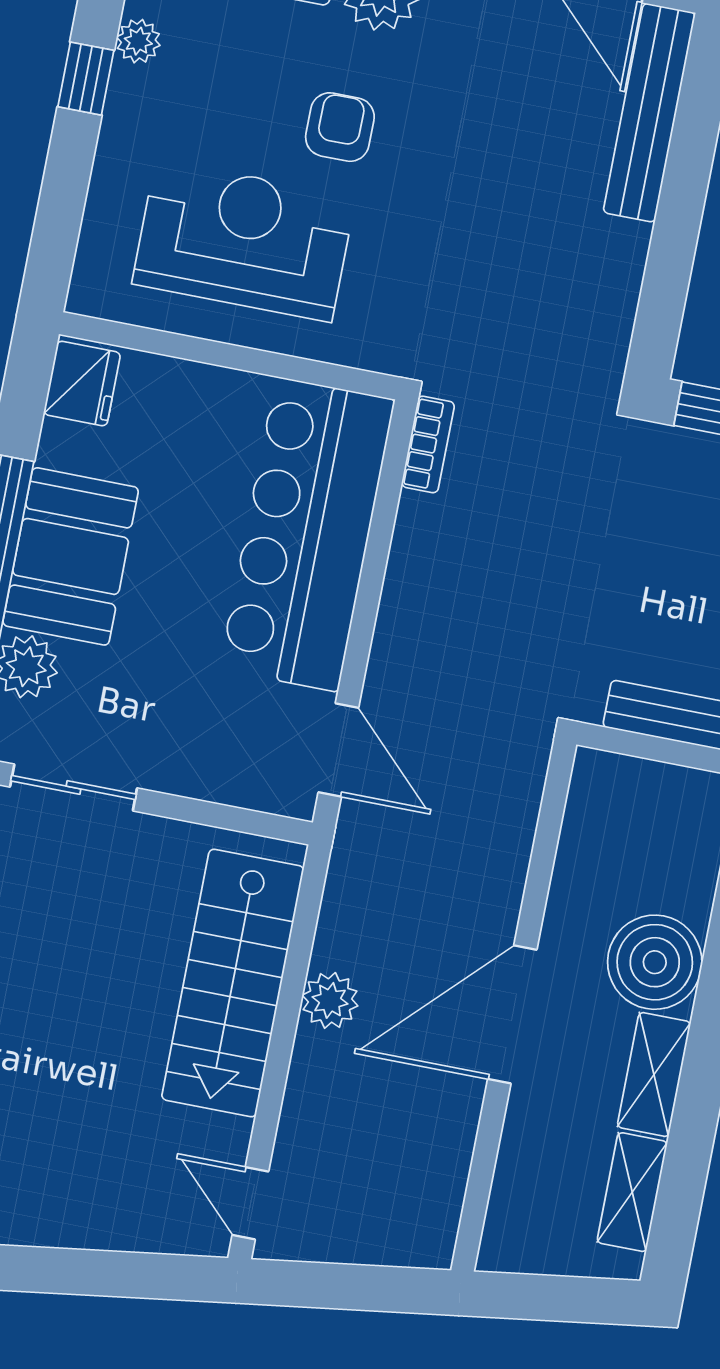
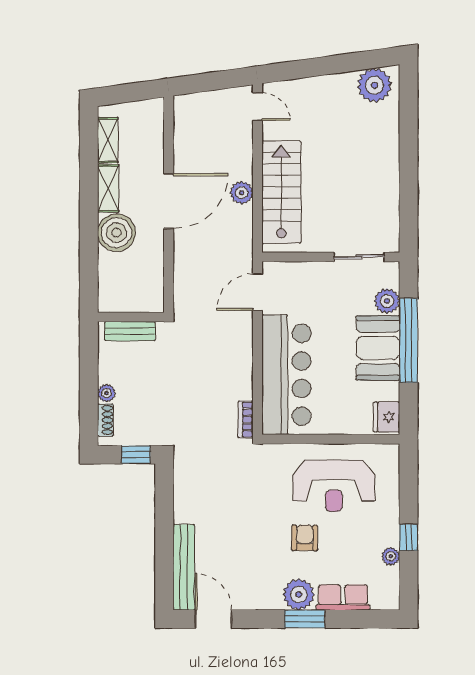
armchair: (340, 127) -> (305, 538), turned 180
door: (338, 750) -> (258, 292), hinge flipped

